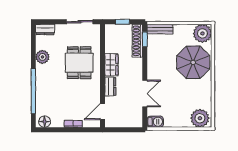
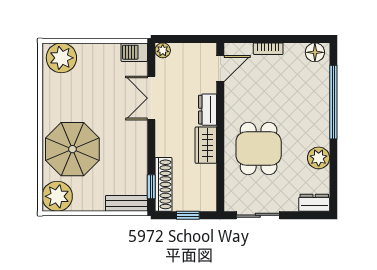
plant: (138, 123) -> (163, 50), added

